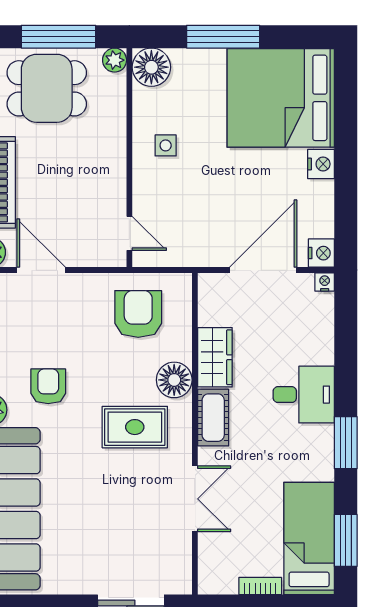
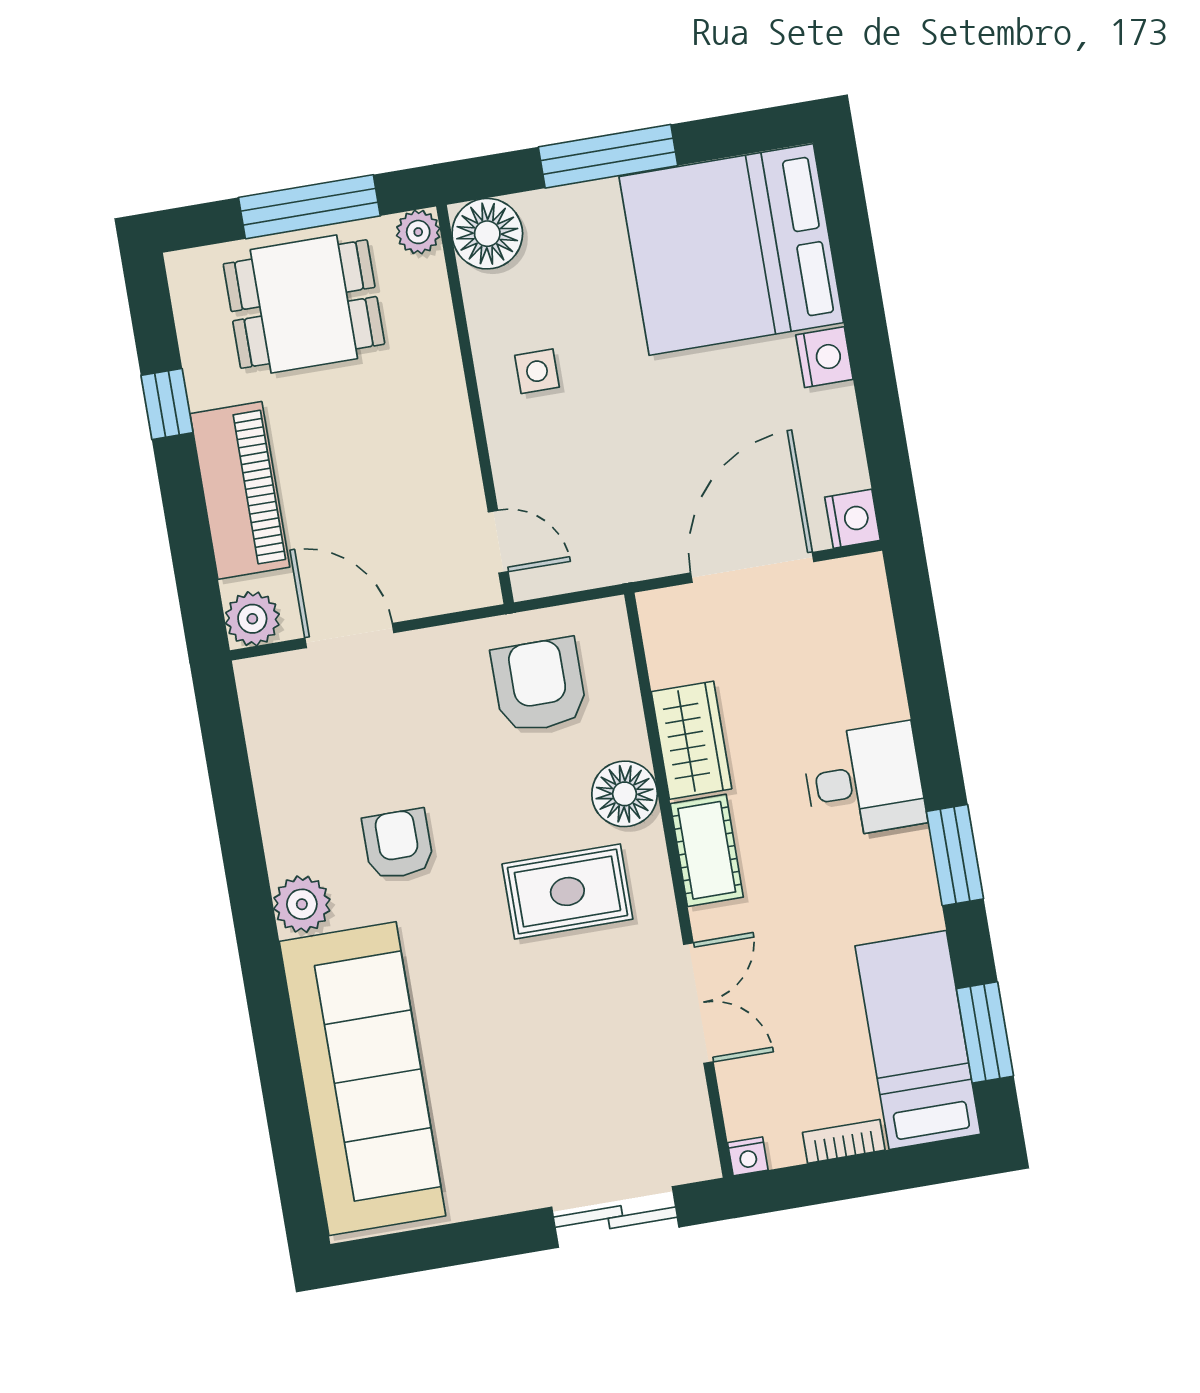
nightstand: (325, 282) -> (748, 1156), moved, turned 180

